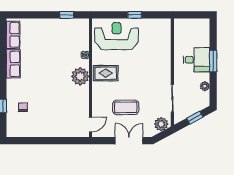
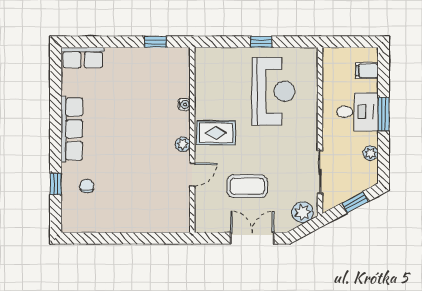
filing cabinet: (203, 33) -> (367, 71), added
row of seats: (13, 35) -> (83, 58), moved, turned 90
reception desk: (117, 36) -> (273, 91), moved, turned 90
row of seats: (13, 64) -> (72, 129), width x1.48
plant: (80, 76) -> (183, 144), width x0.53, depth x0.53
door: (90, 124) -> (192, 175), moved

